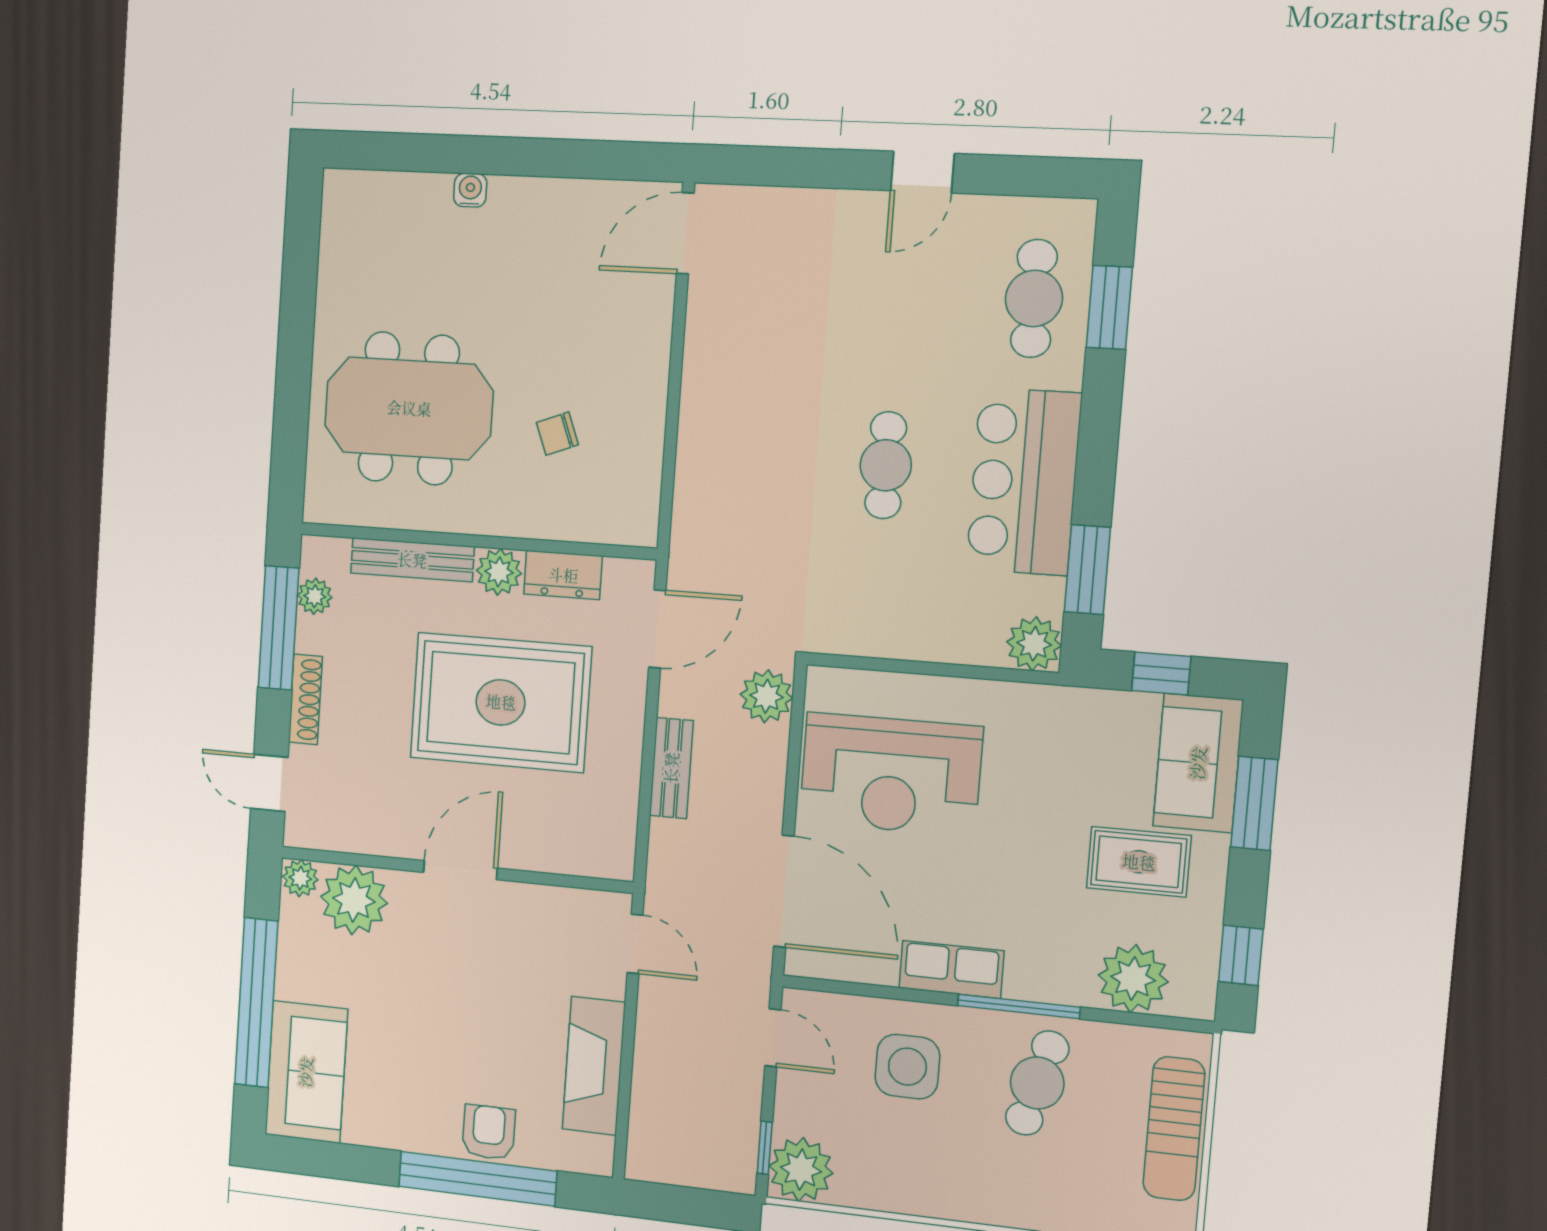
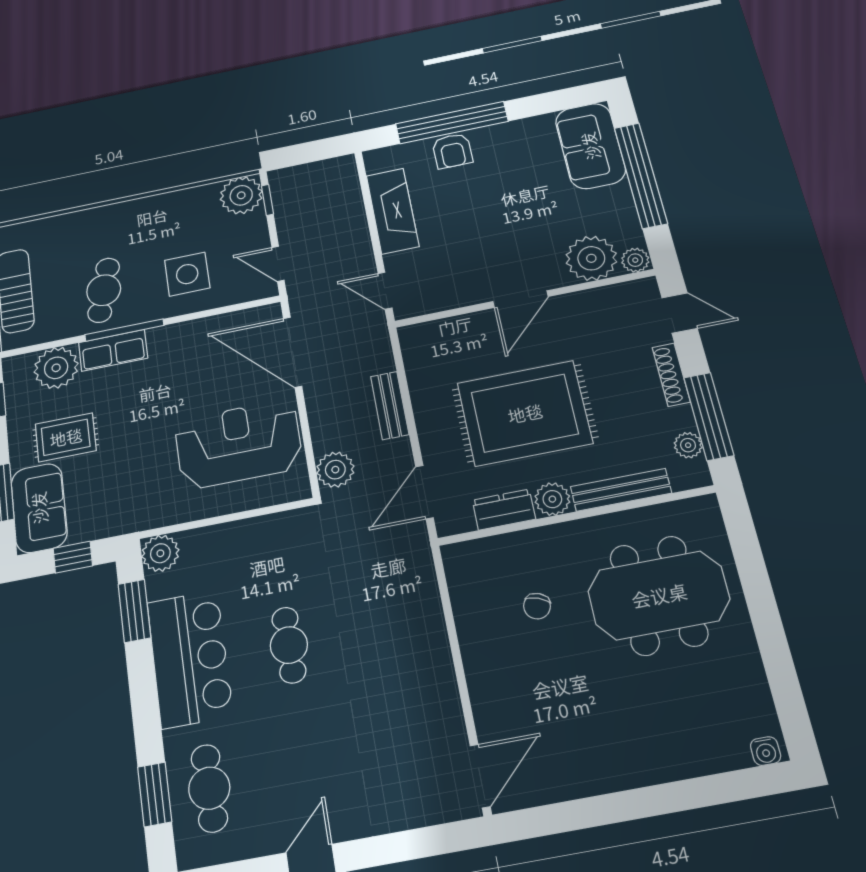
water cooler: (470, 190) -> (766, 751), moved
chair: (557, 434) -> (537, 606), turned 132
row of seats: (951, 969) -> (113, 350), moved

